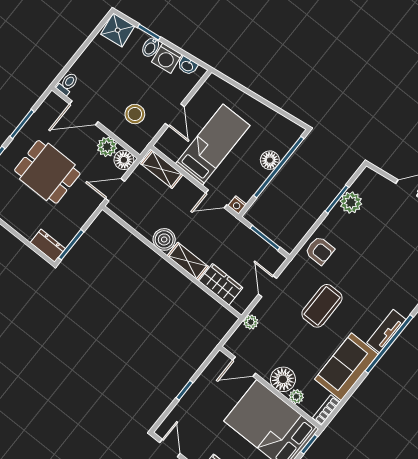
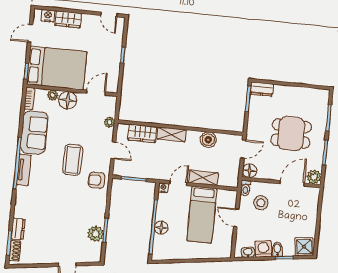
toilet: (68, 84) -> (246, 188), moved
plant: (107, 147) -> (314, 177), moved
shelving: (162, 169) -> (203, 178), moved
boiler: (164, 239) -> (208, 140), moved
armchair: (320, 251) -> (97, 180), moved

